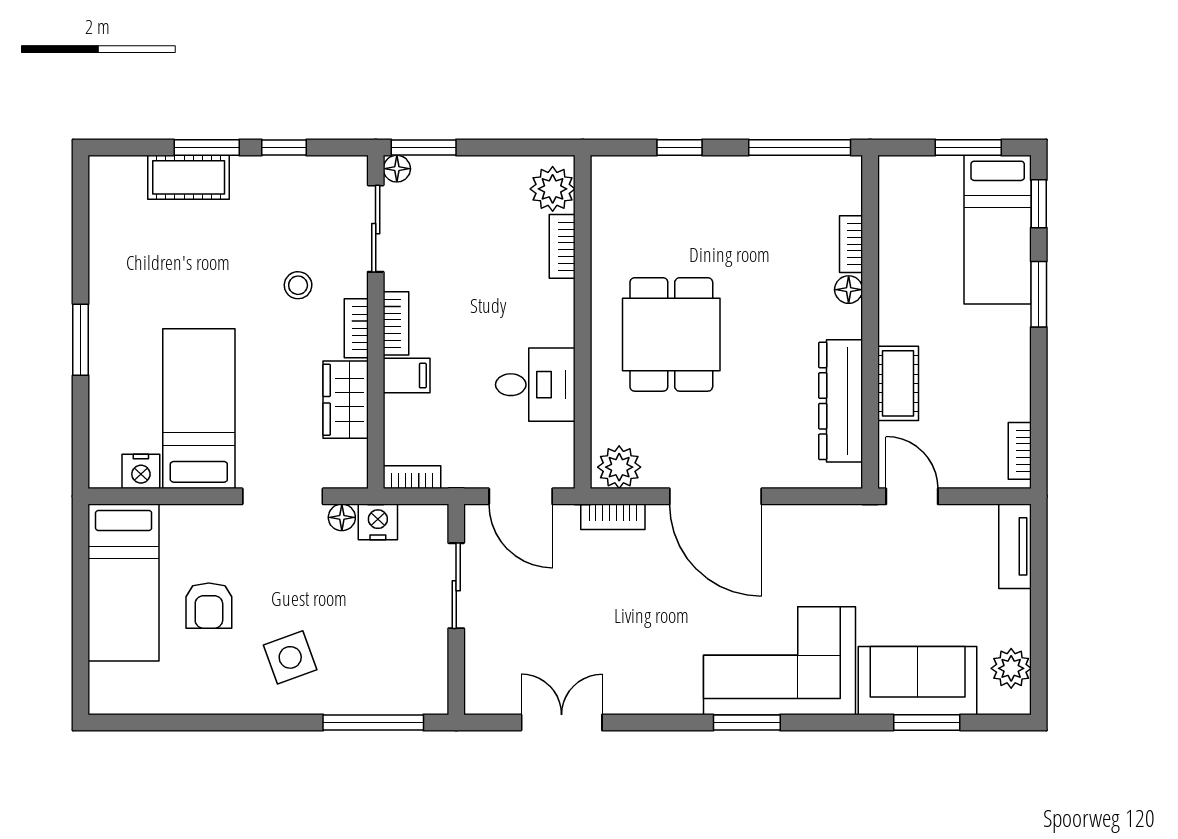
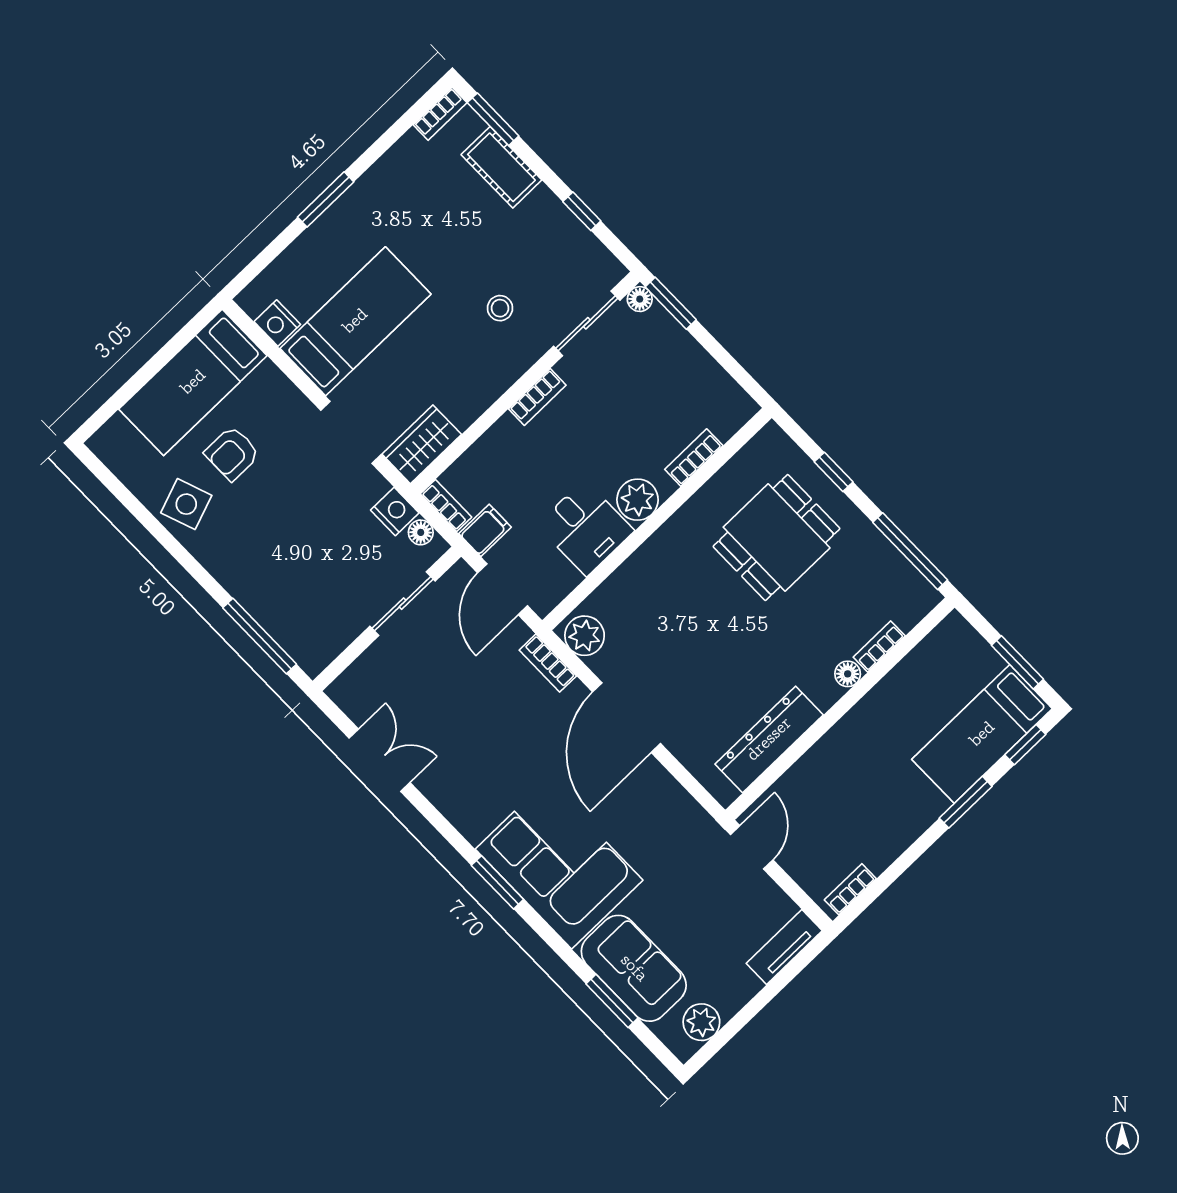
window: (207, 148) -> (493, 119), moved
plant: (553, 189) -> (638, 500), moved
bookcase: (356, 328) -> (440, 114), moved, turned 180
dining table: (671, 334) -> (777, 538), moved
filing cabinet: (407, 376) -> (485, 530), moved, turned -90
cot: (898, 383) -> (817, 766), removed
wardrobe: (346, 400) -> (422, 444), moved
floor lamp: (342, 517) -> (421, 532), moved
side table: (290, 657) -> (186, 504), moved

